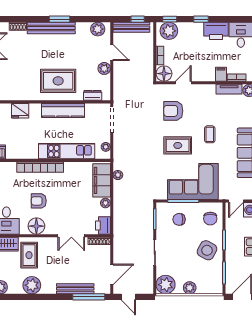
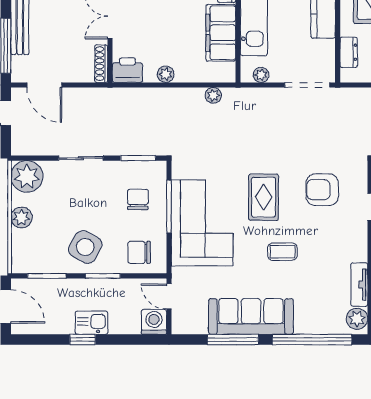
armchair: (173, 111) -> (322, 190), turned -90
filing cabinet: (102, 180) -> (221, 33), moved, turned -90

